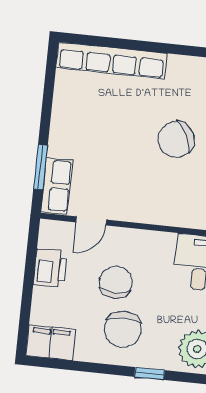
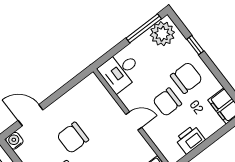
chair: (176, 139) -> (73, 138), turned 117
door: (91, 221) -> (134, 121), moved

